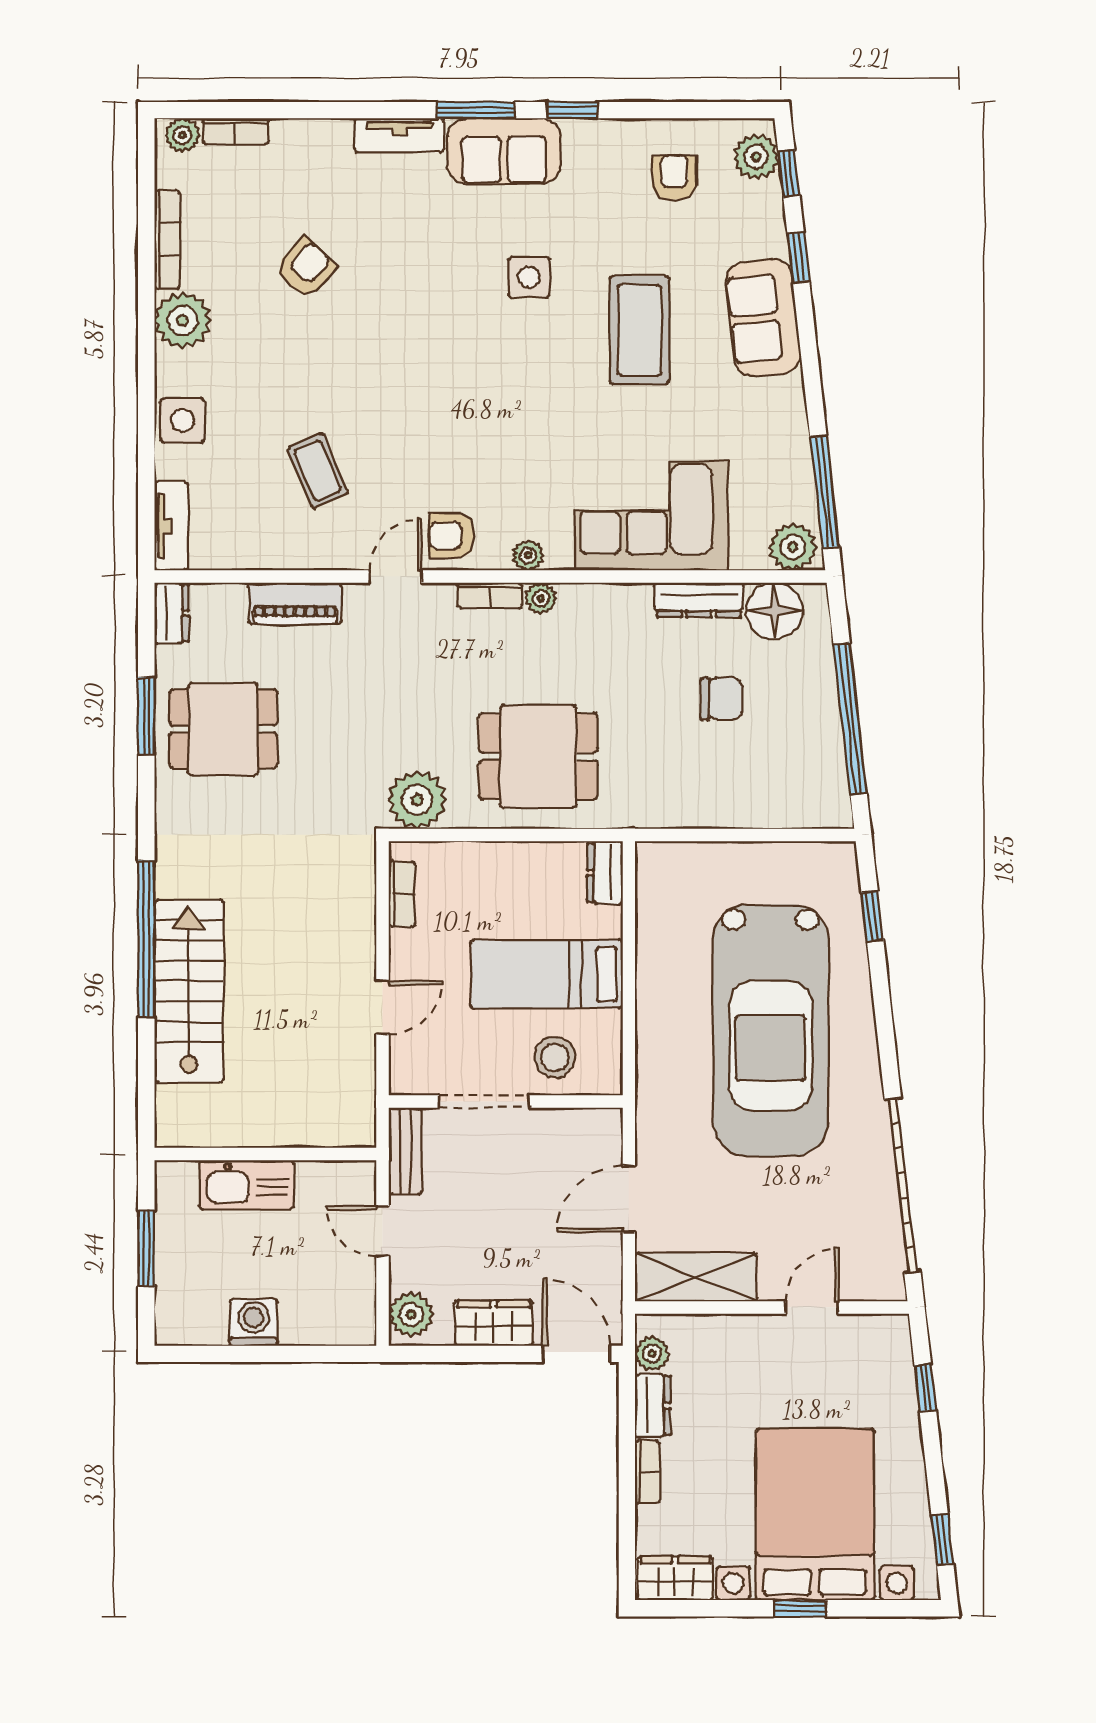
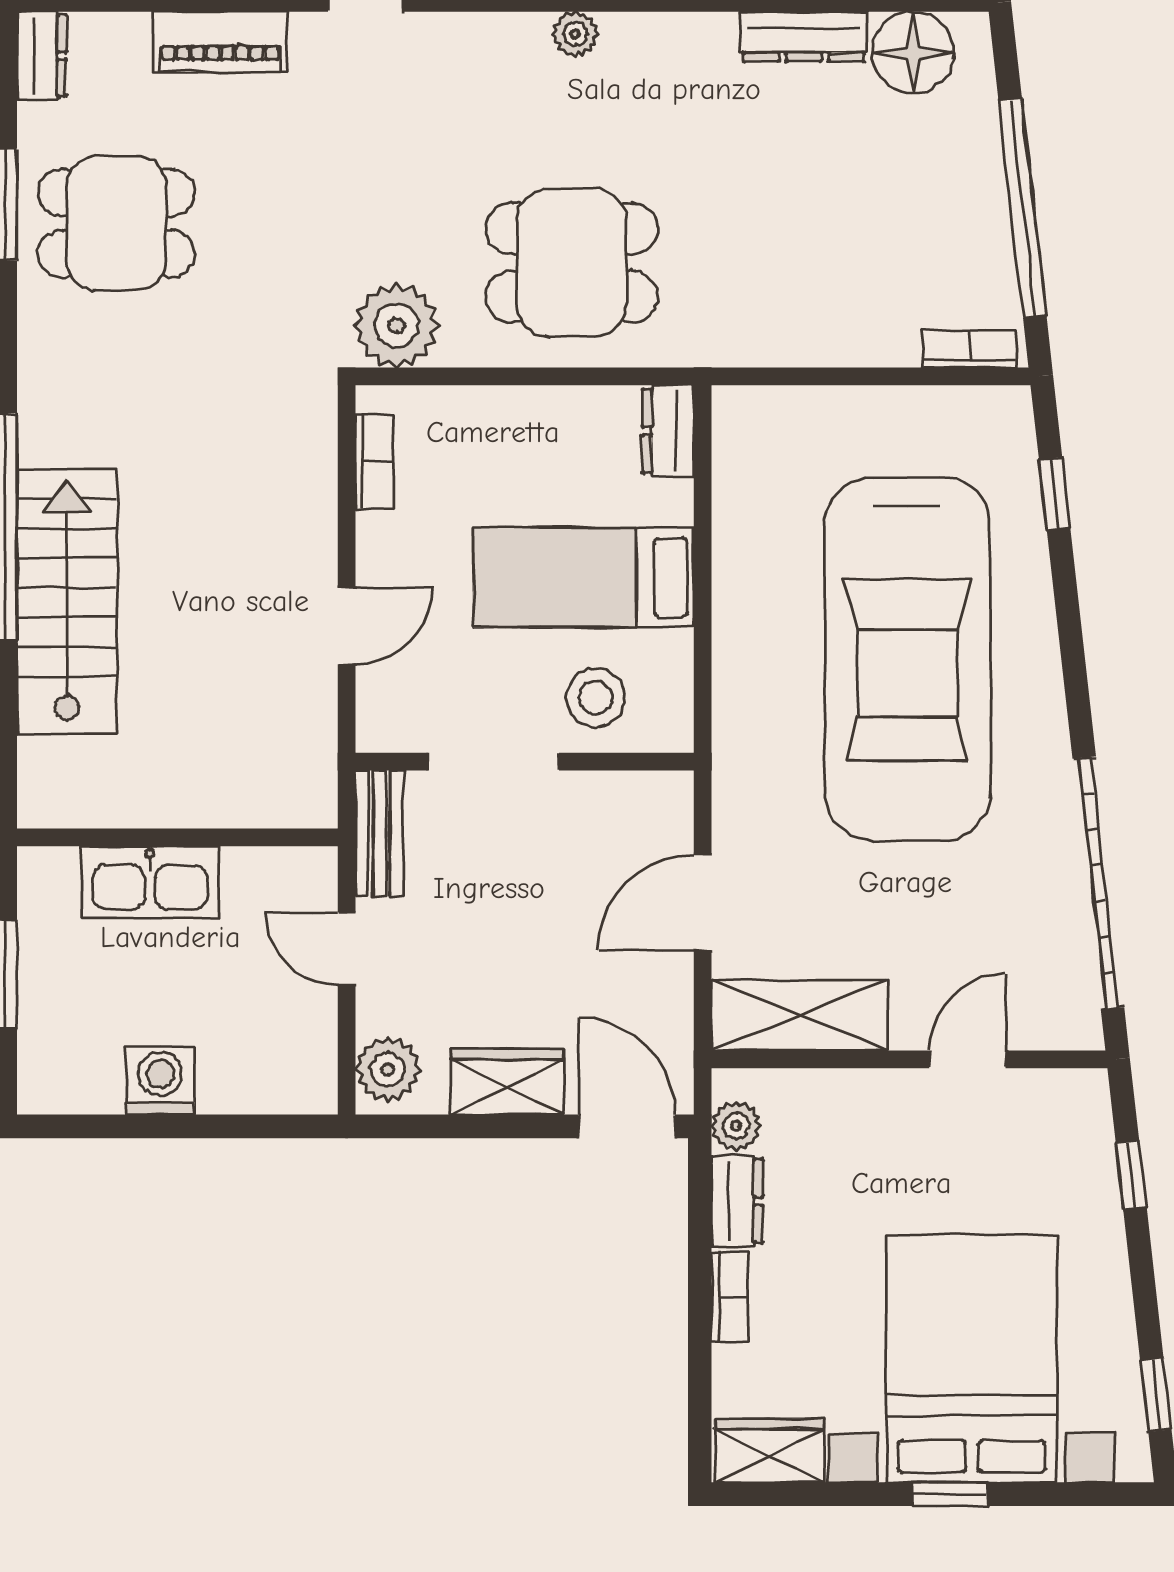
bookcase: (490, 595) -> (970, 349), moved, turned 180
chair: (722, 699) -> (837, 180), removed

